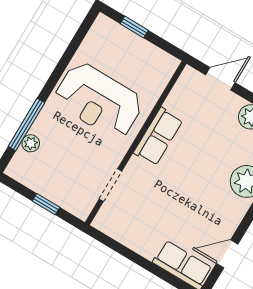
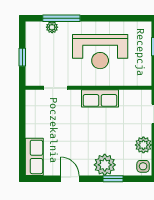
reception desk: (99, 101) -> (100, 52), turned -90
door: (227, 254) -> (70, 179), moved

